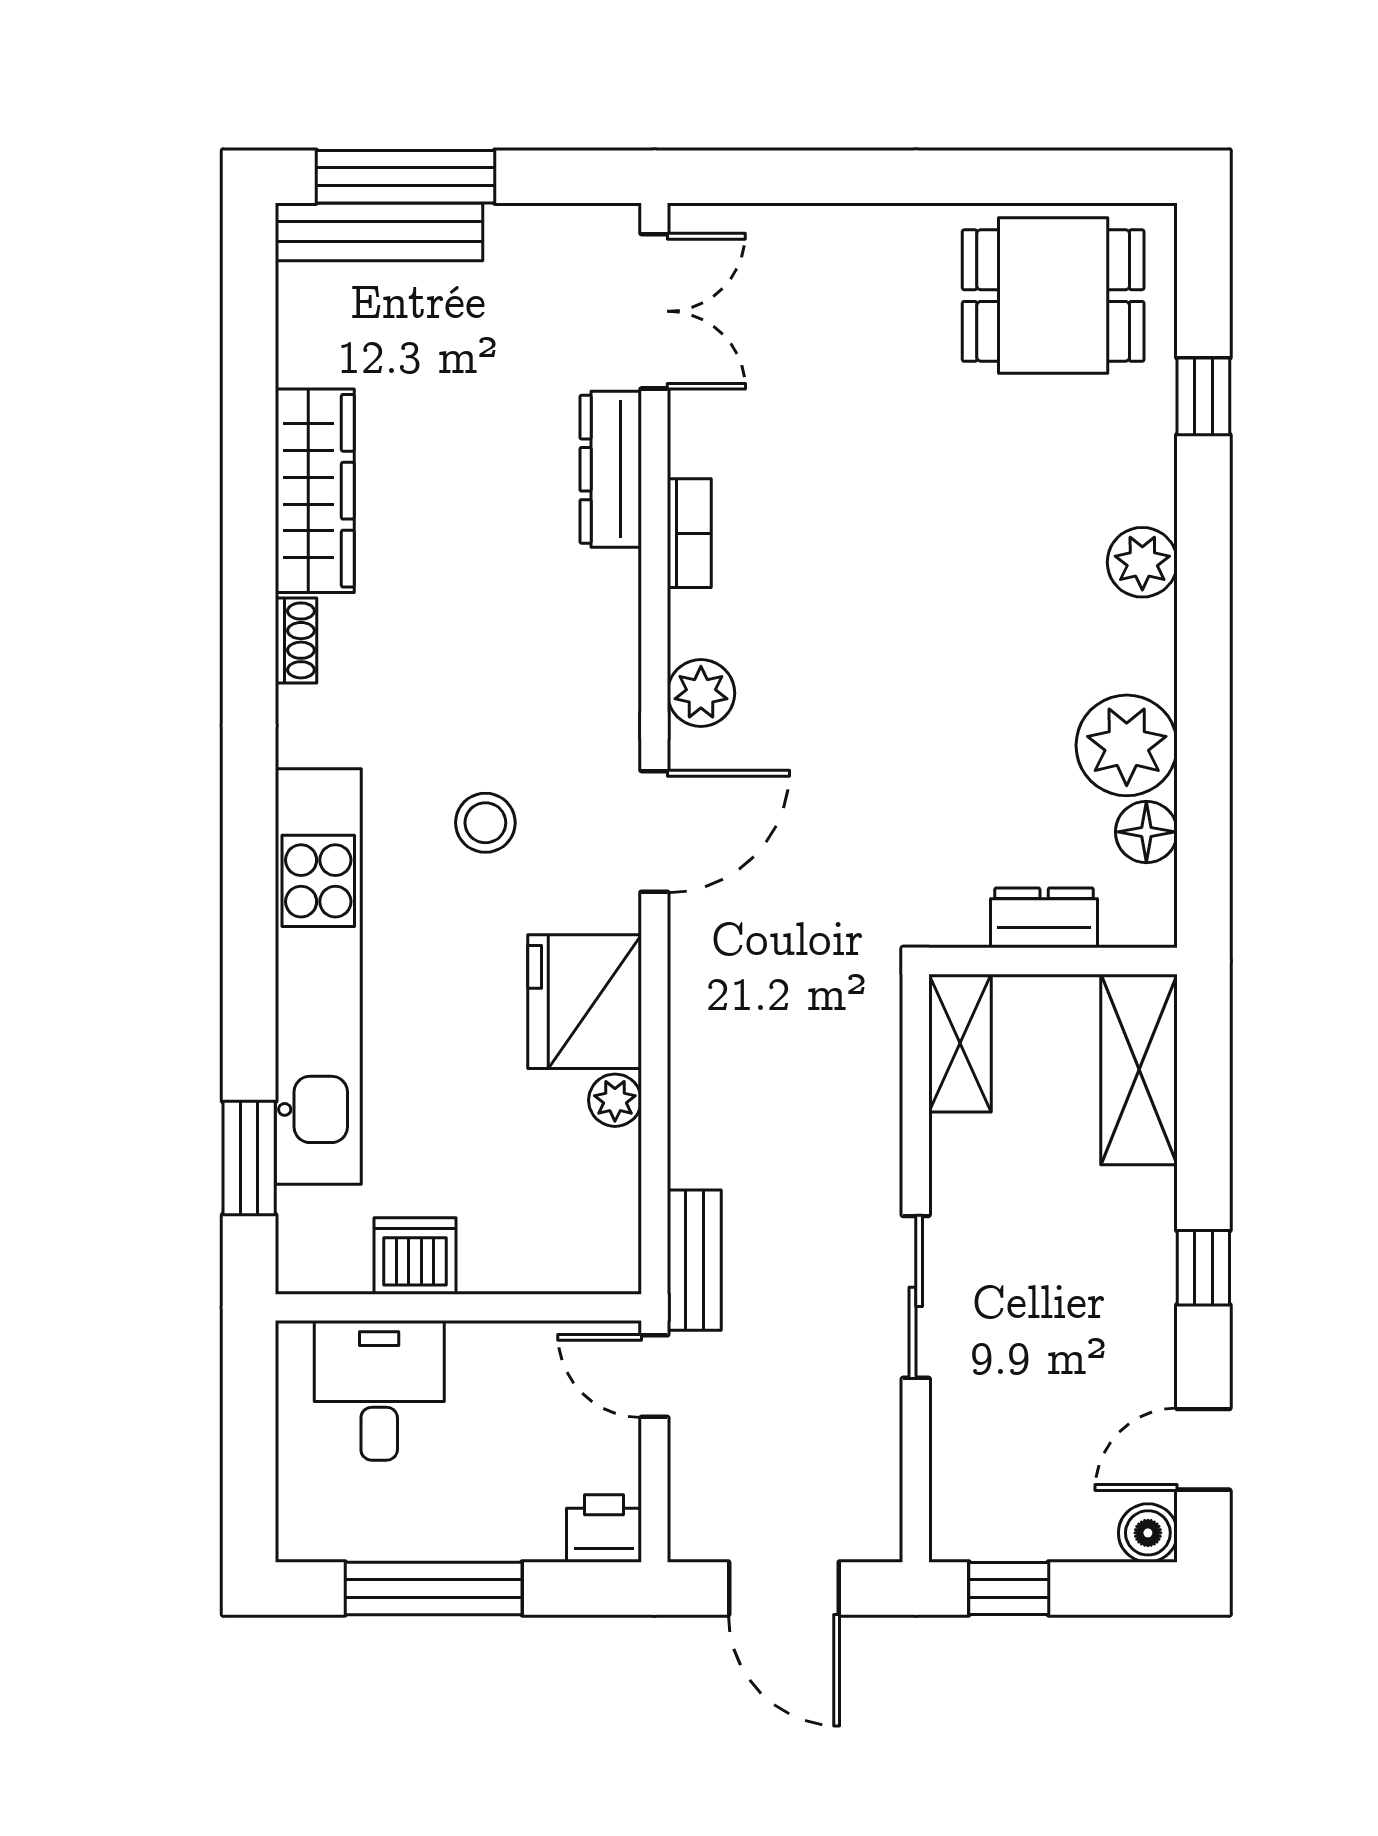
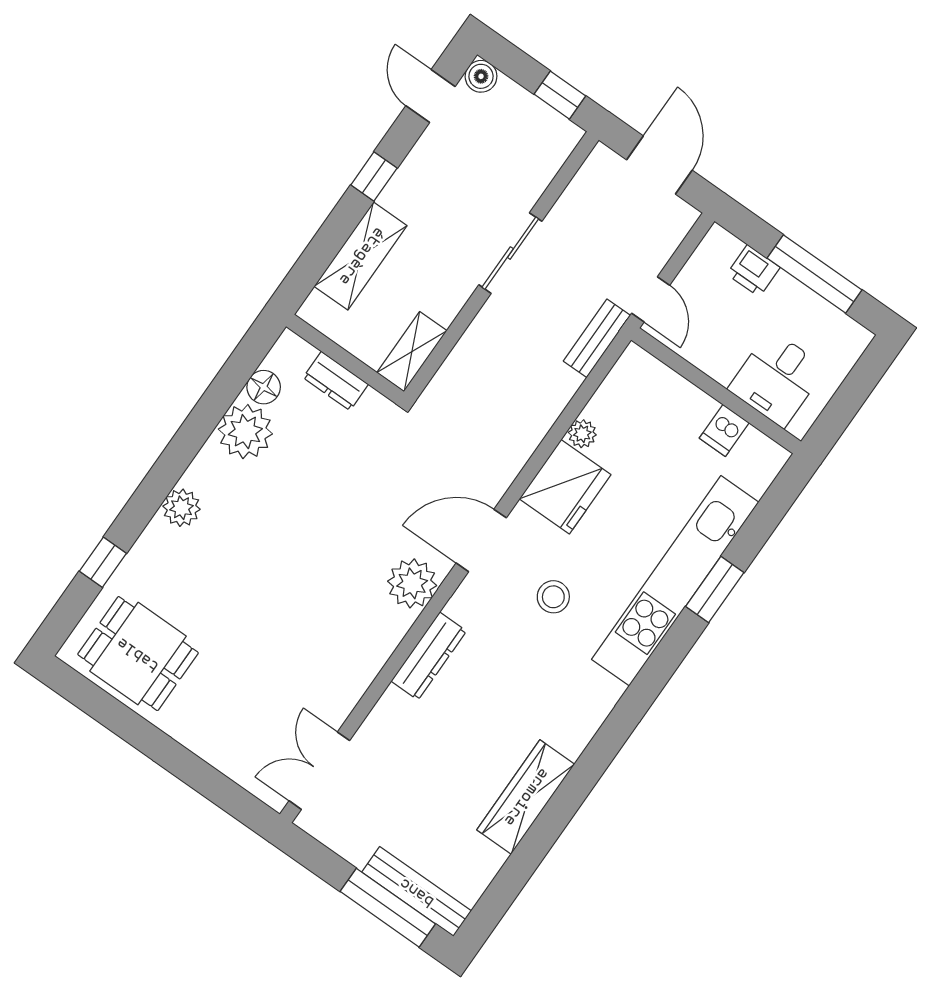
dresser: (611, 469) -> (429, 656), moved
bookcase: (689, 533) -> (373, 662), removed
shoe rack: (296, 640) -> (580, 736), removed
plant: (701, 693) -> (412, 583), width x1.36, depth x1.36
shelving: (1139, 1069) -> (361, 256), moved
window: (249, 1158) -> (715, 590), moved
dishwasher: (415, 1256) -> (724, 430), width x0.73
door: (1203, 1449) -> (430, 96), swing flipped
printer: (604, 1528) -> (753, 271), moved

